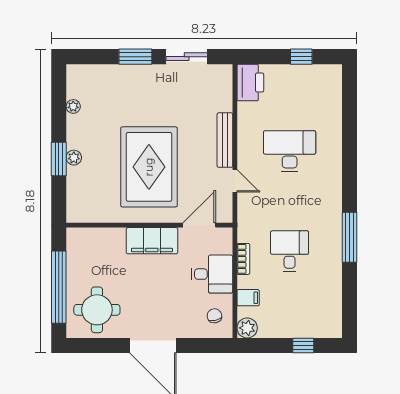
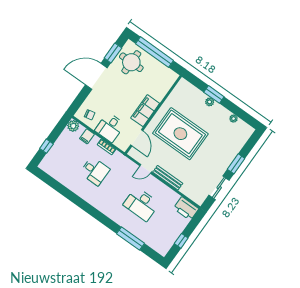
desk: (290, 151) -> (141, 204), turned 90
window: (350, 237) -> (130, 238), moved
window: (103, 346) -> (113, 53), added

